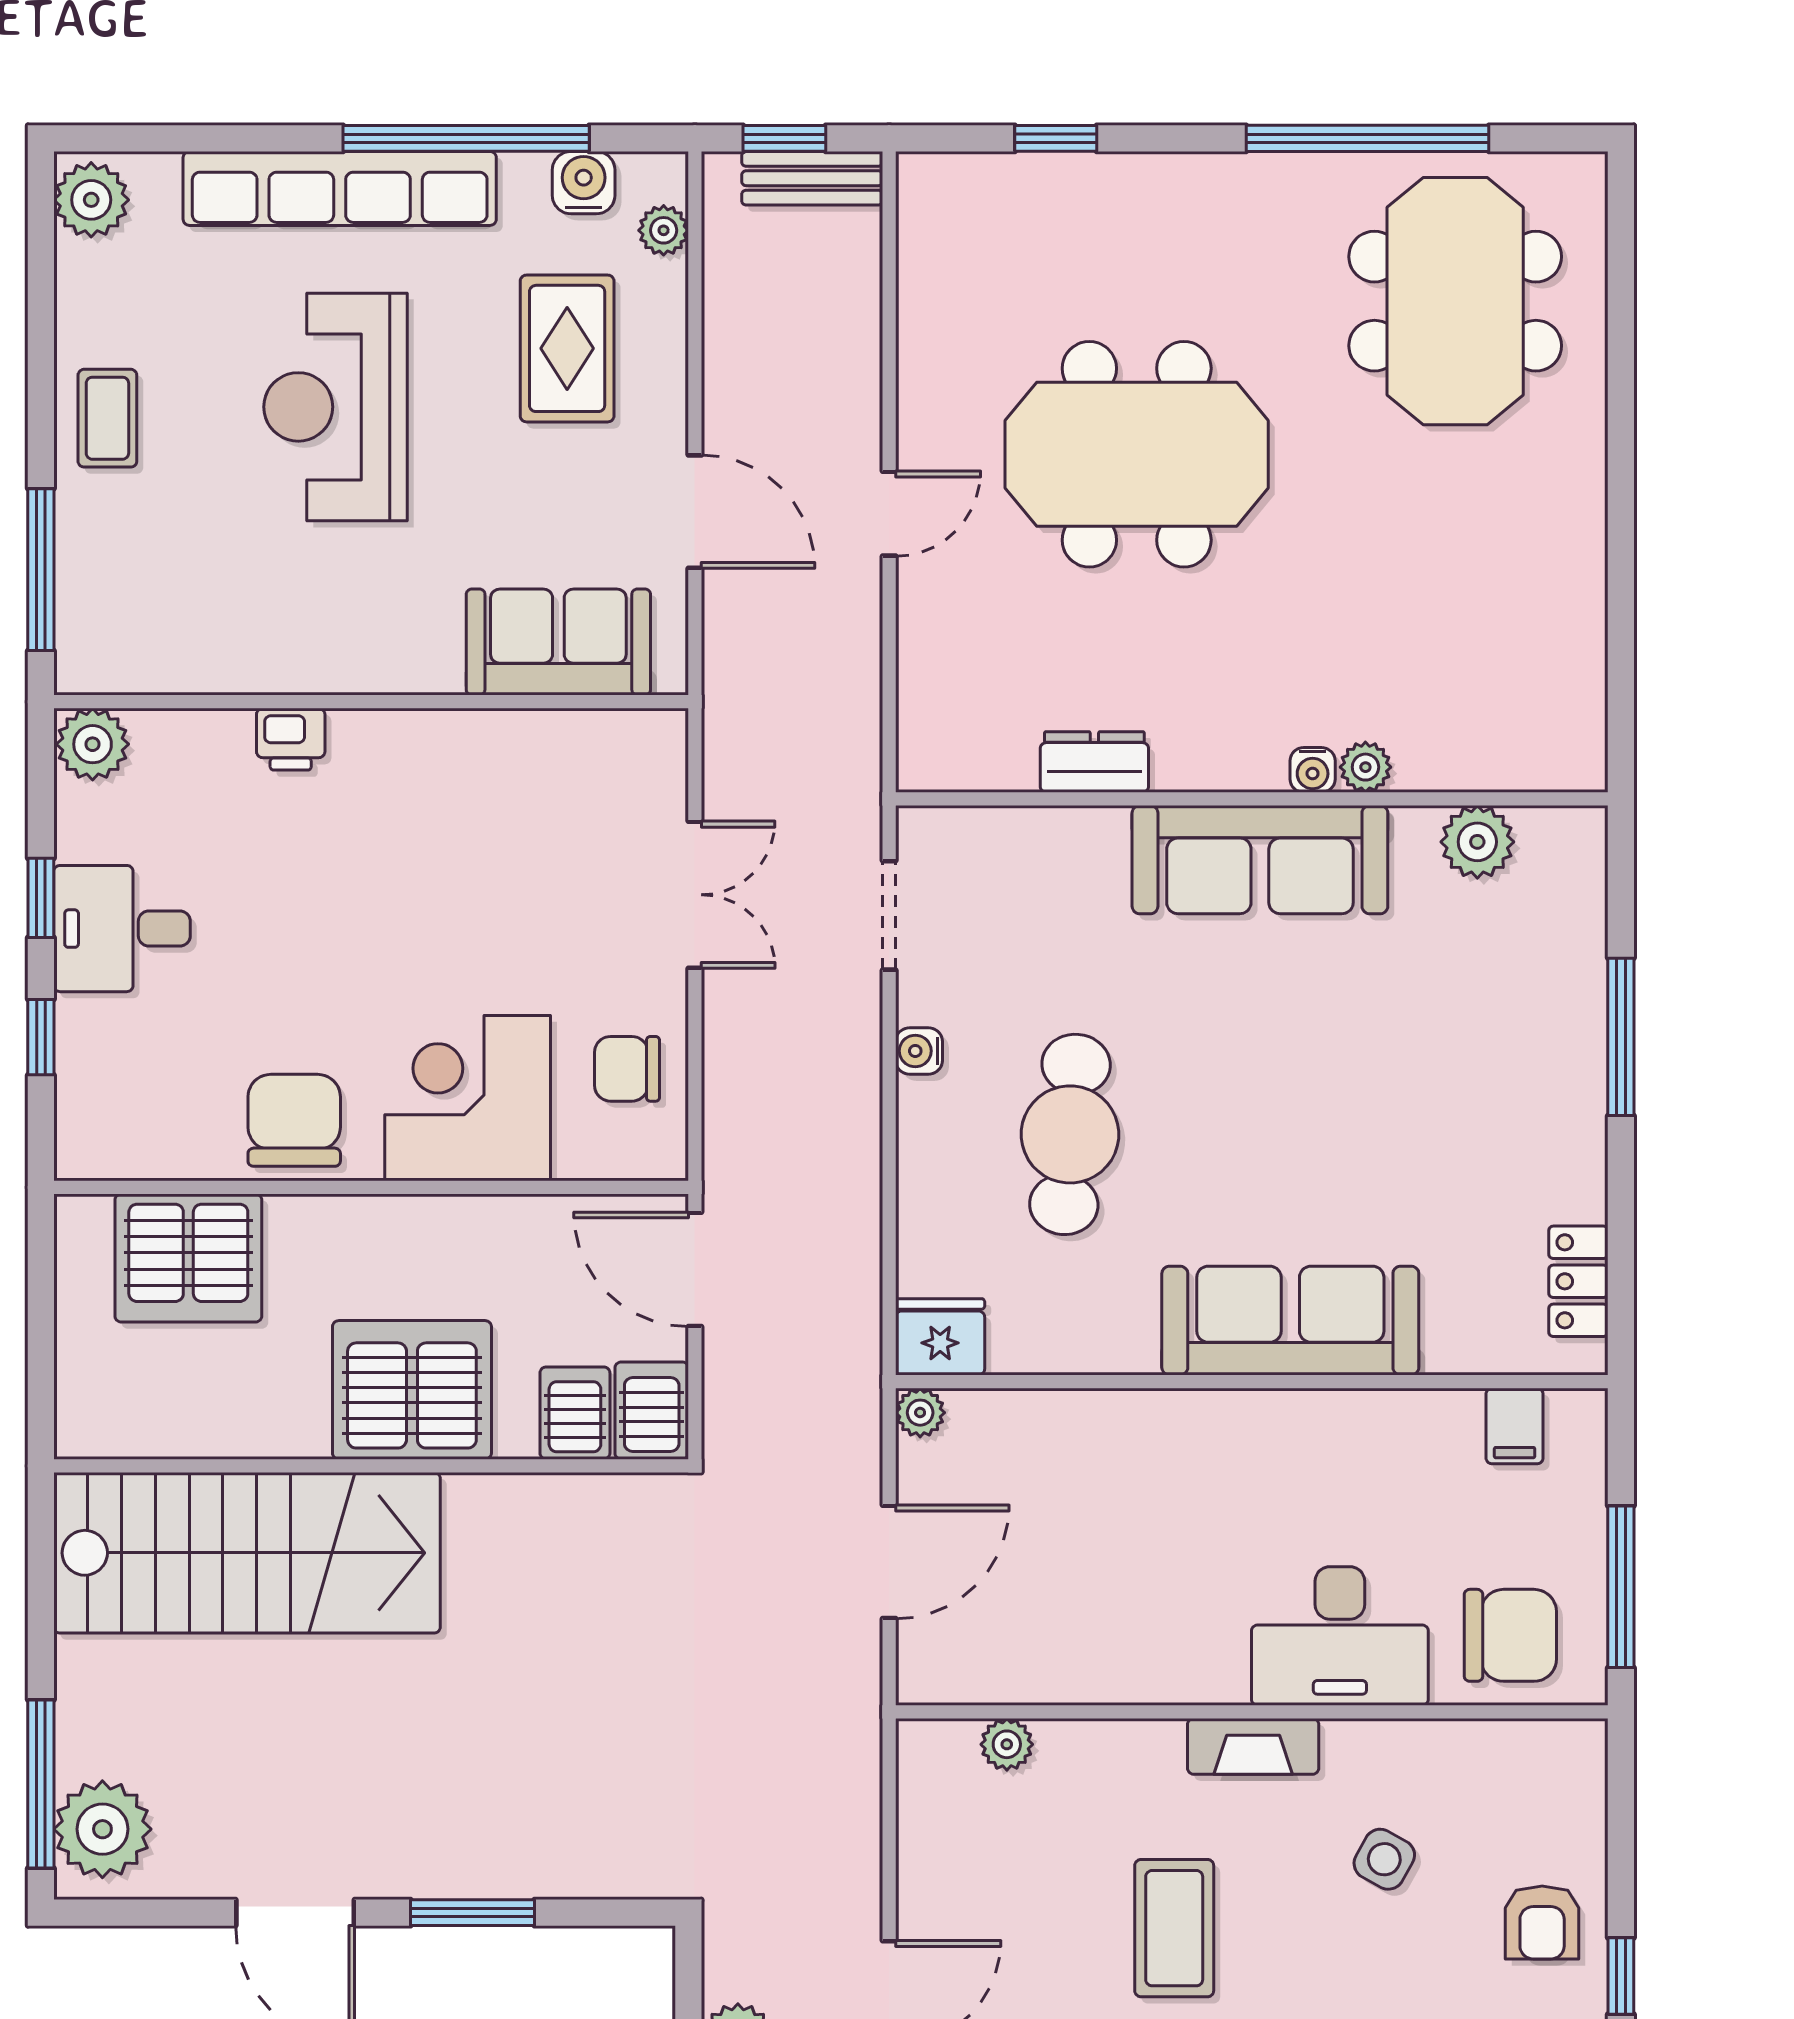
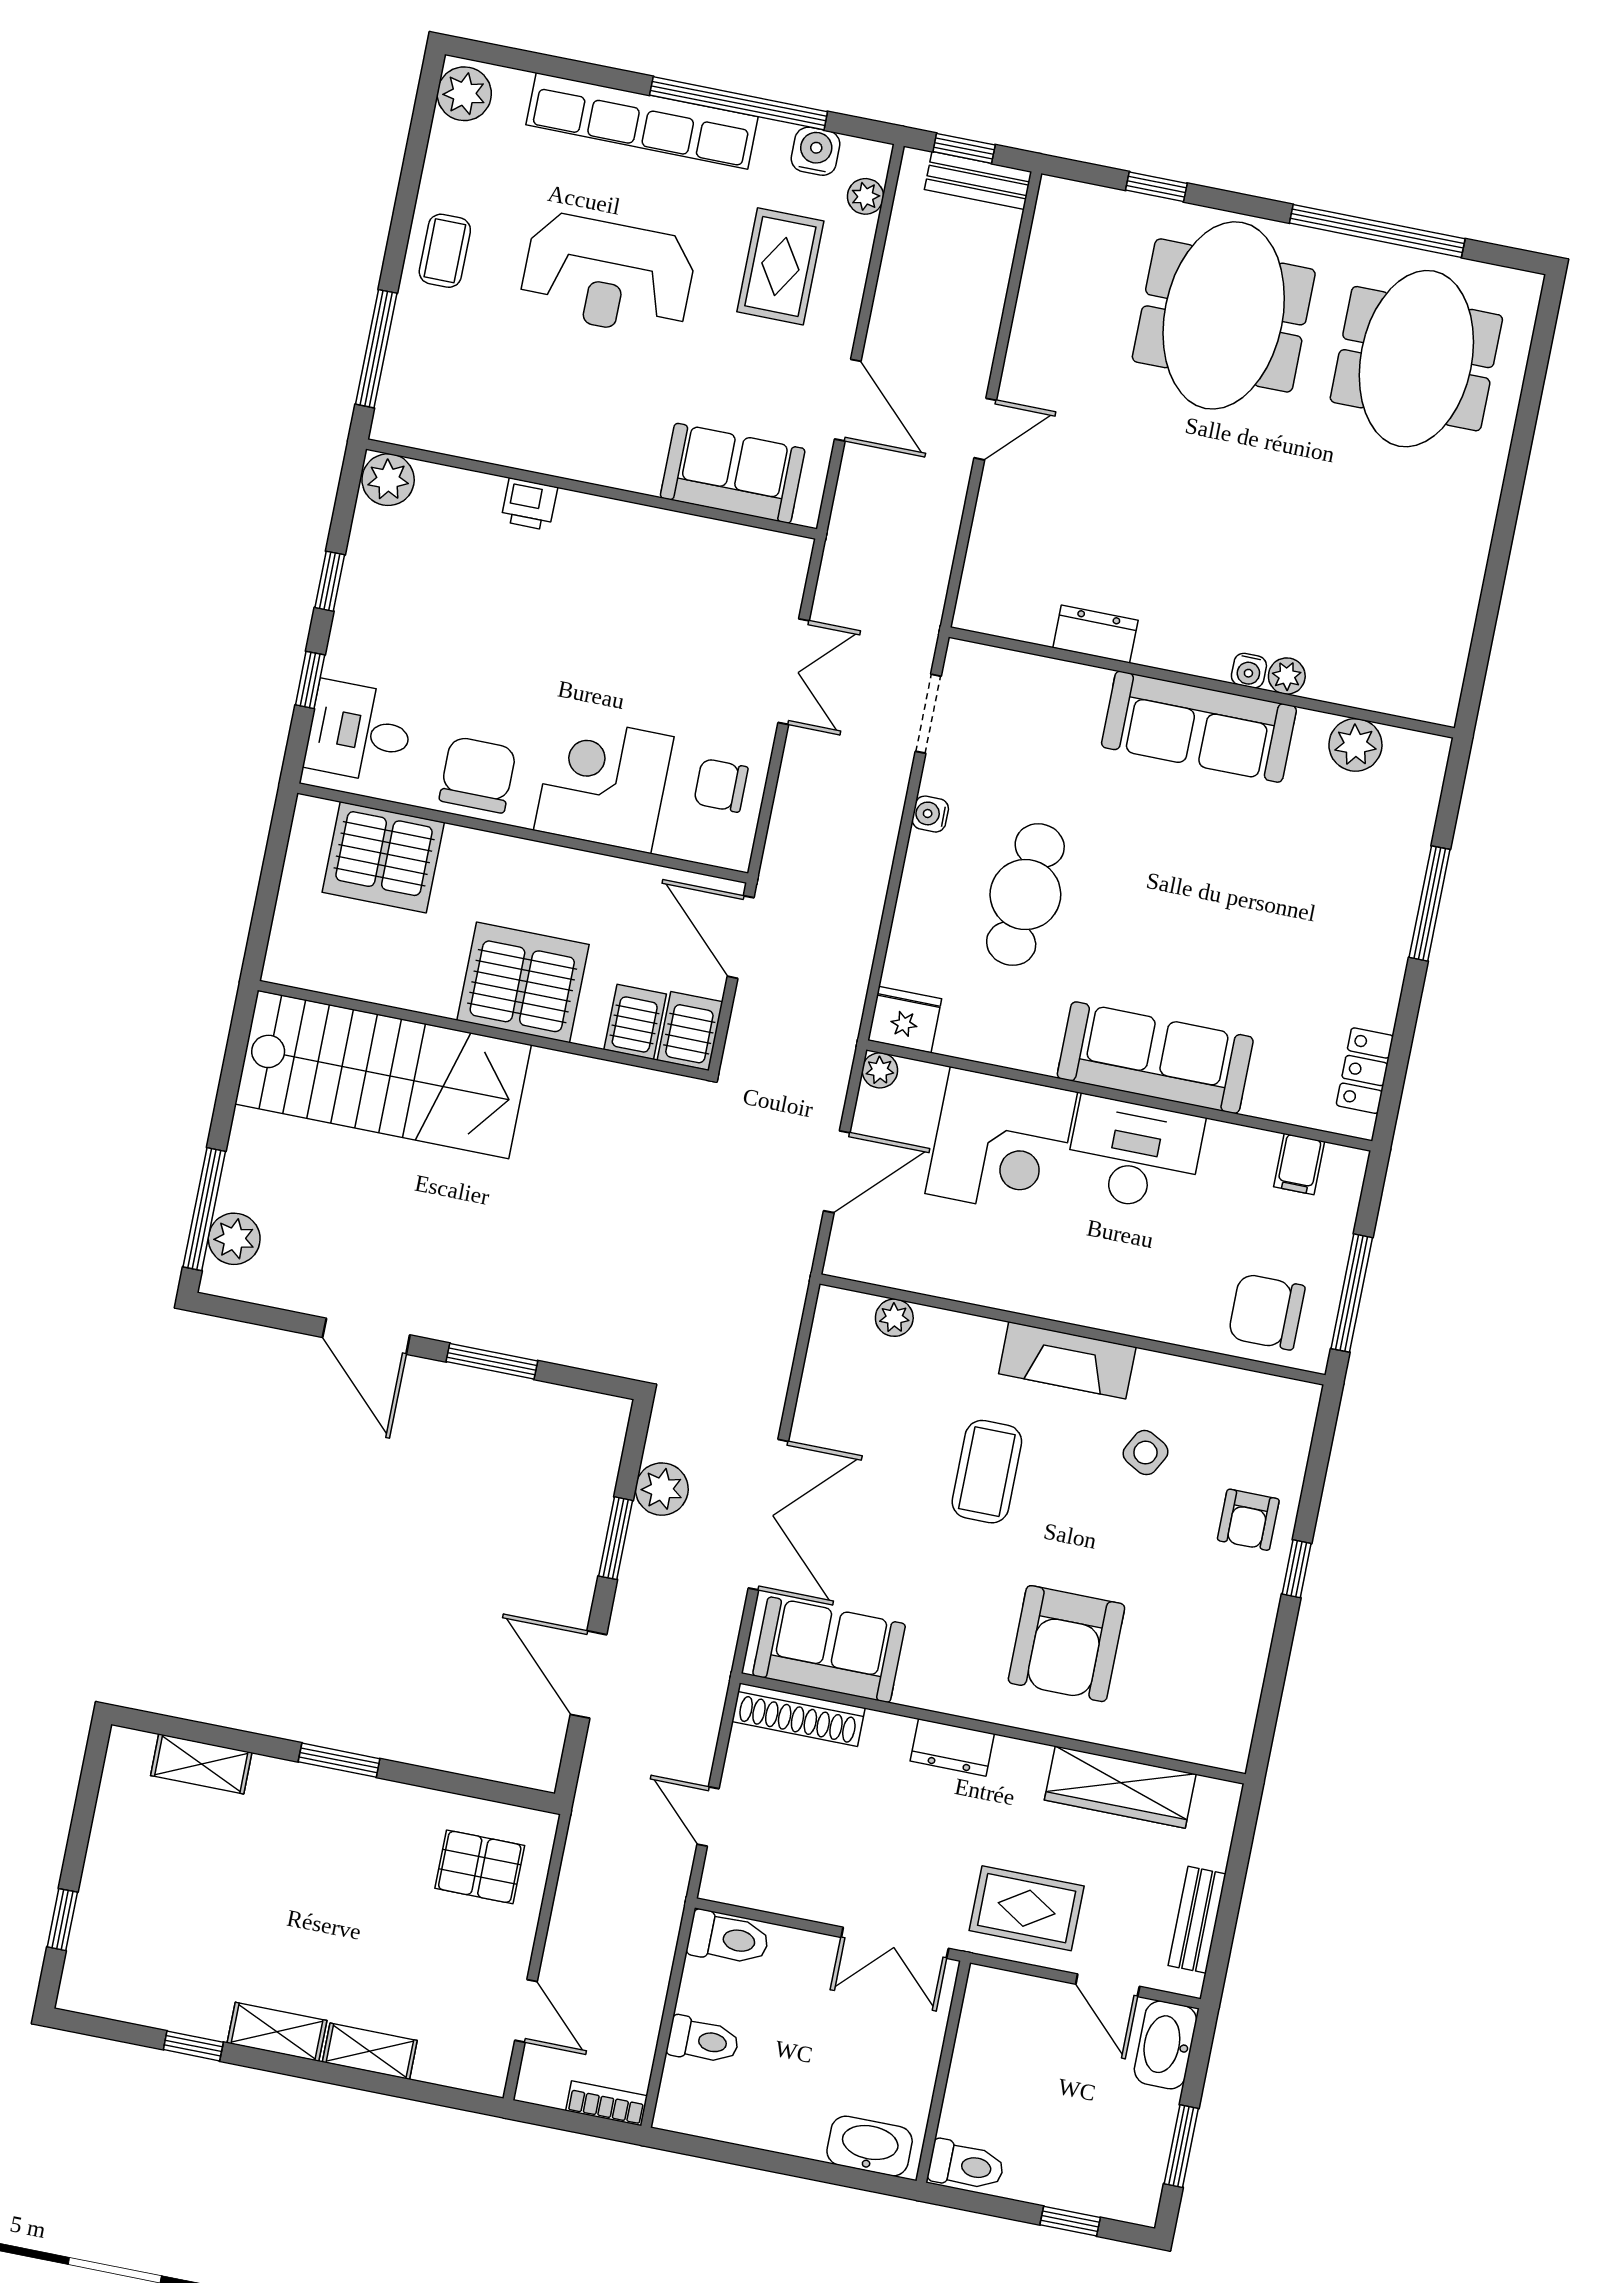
reception desk: (336, 407) -> (608, 275), turned -90
meeting table: (1137, 454) -> (1224, 315), moved, turned 90
desk: (122, 929) -> (359, 732), moved
corner desk: (1104, 1478) -> (1001, 1143), added
chair: (1510, 1635) -> (1267, 1312), turned 180
desk: (1340, 1636) -> (1134, 1154), moved, turned 180
fireplace: (1253, 1746) -> (1067, 1360), width x1.37, depth x1.32
plant: (102, 1829) -> (234, 1239), width x0.73, depth x0.73

